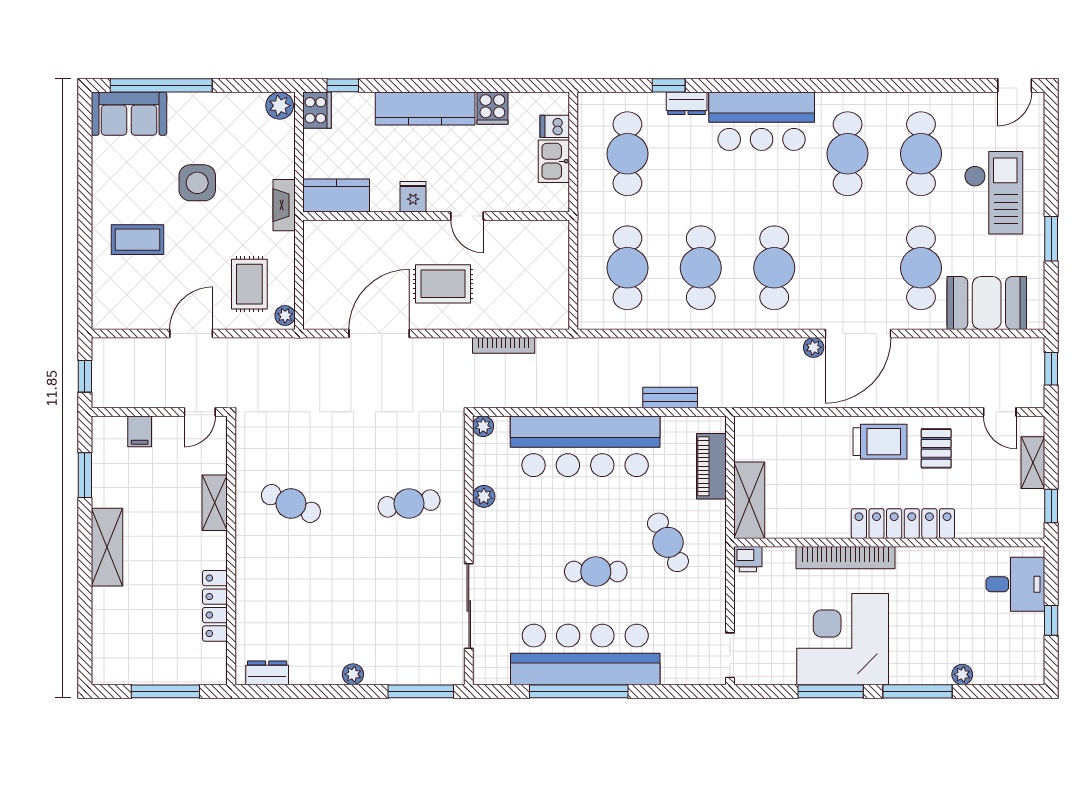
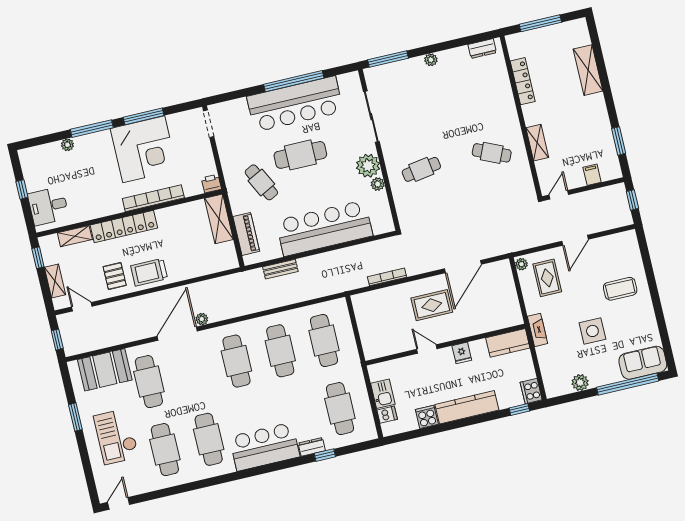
plant: (280, 106) -> (580, 382), moved
plant: (483, 426) -> (368, 166), moved, width x1.88, depth x1.88
shelving: (984, 527) -> (75, 236), added
shelving: (107, 547) -> (588, 70), moved
cafe table: (596, 571) -> (300, 155), width x1.37, depth x1.35

